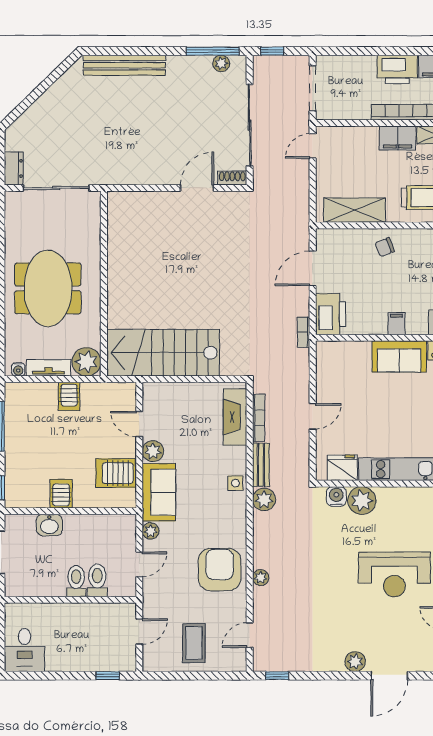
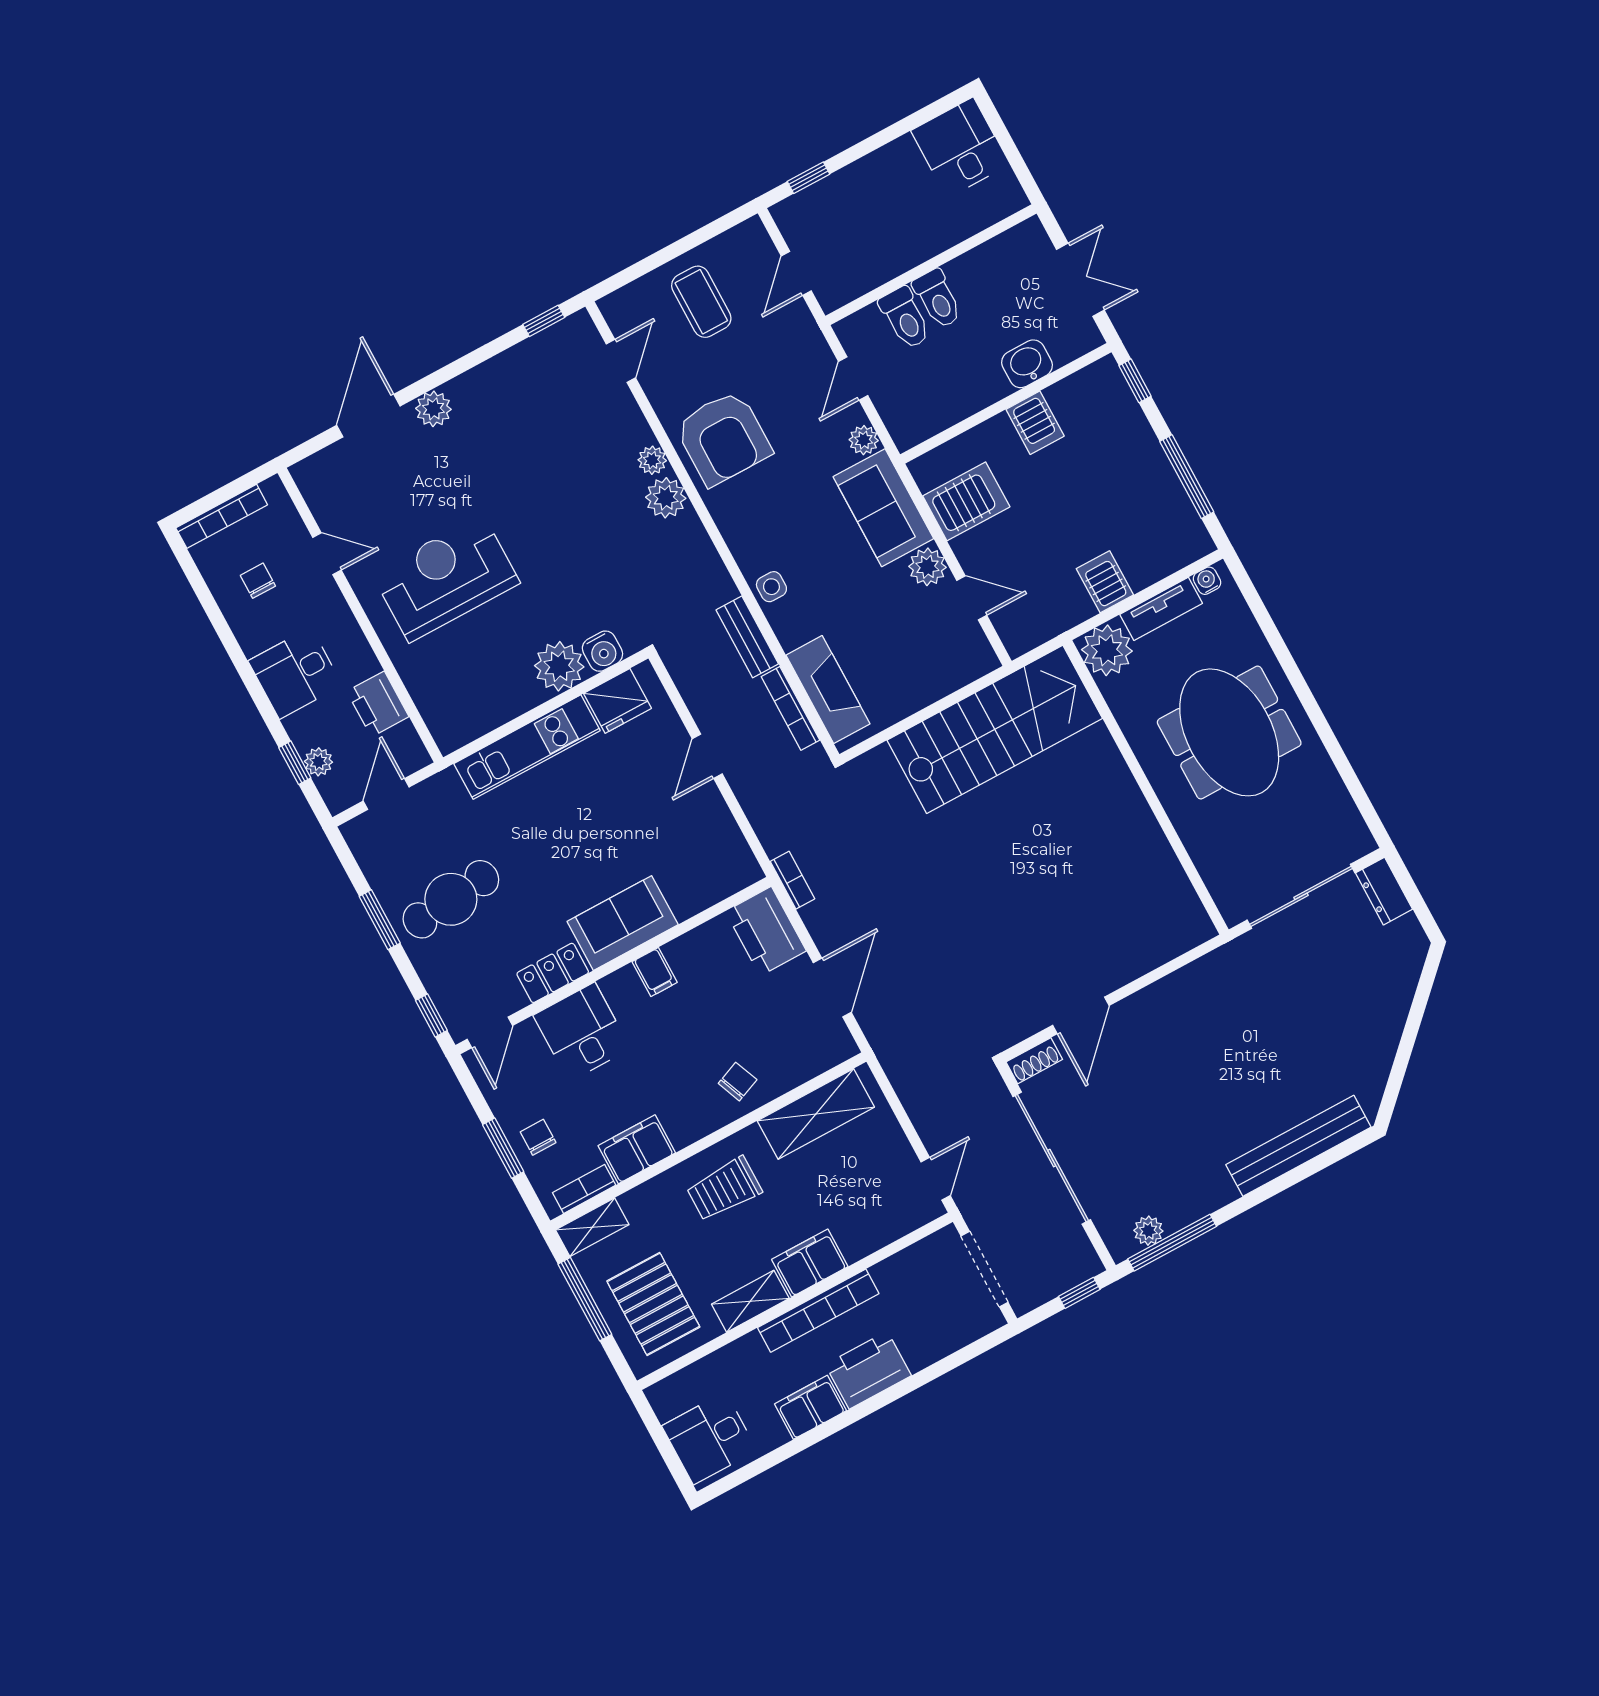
plant: (264, 499) -> (666, 498), moved

